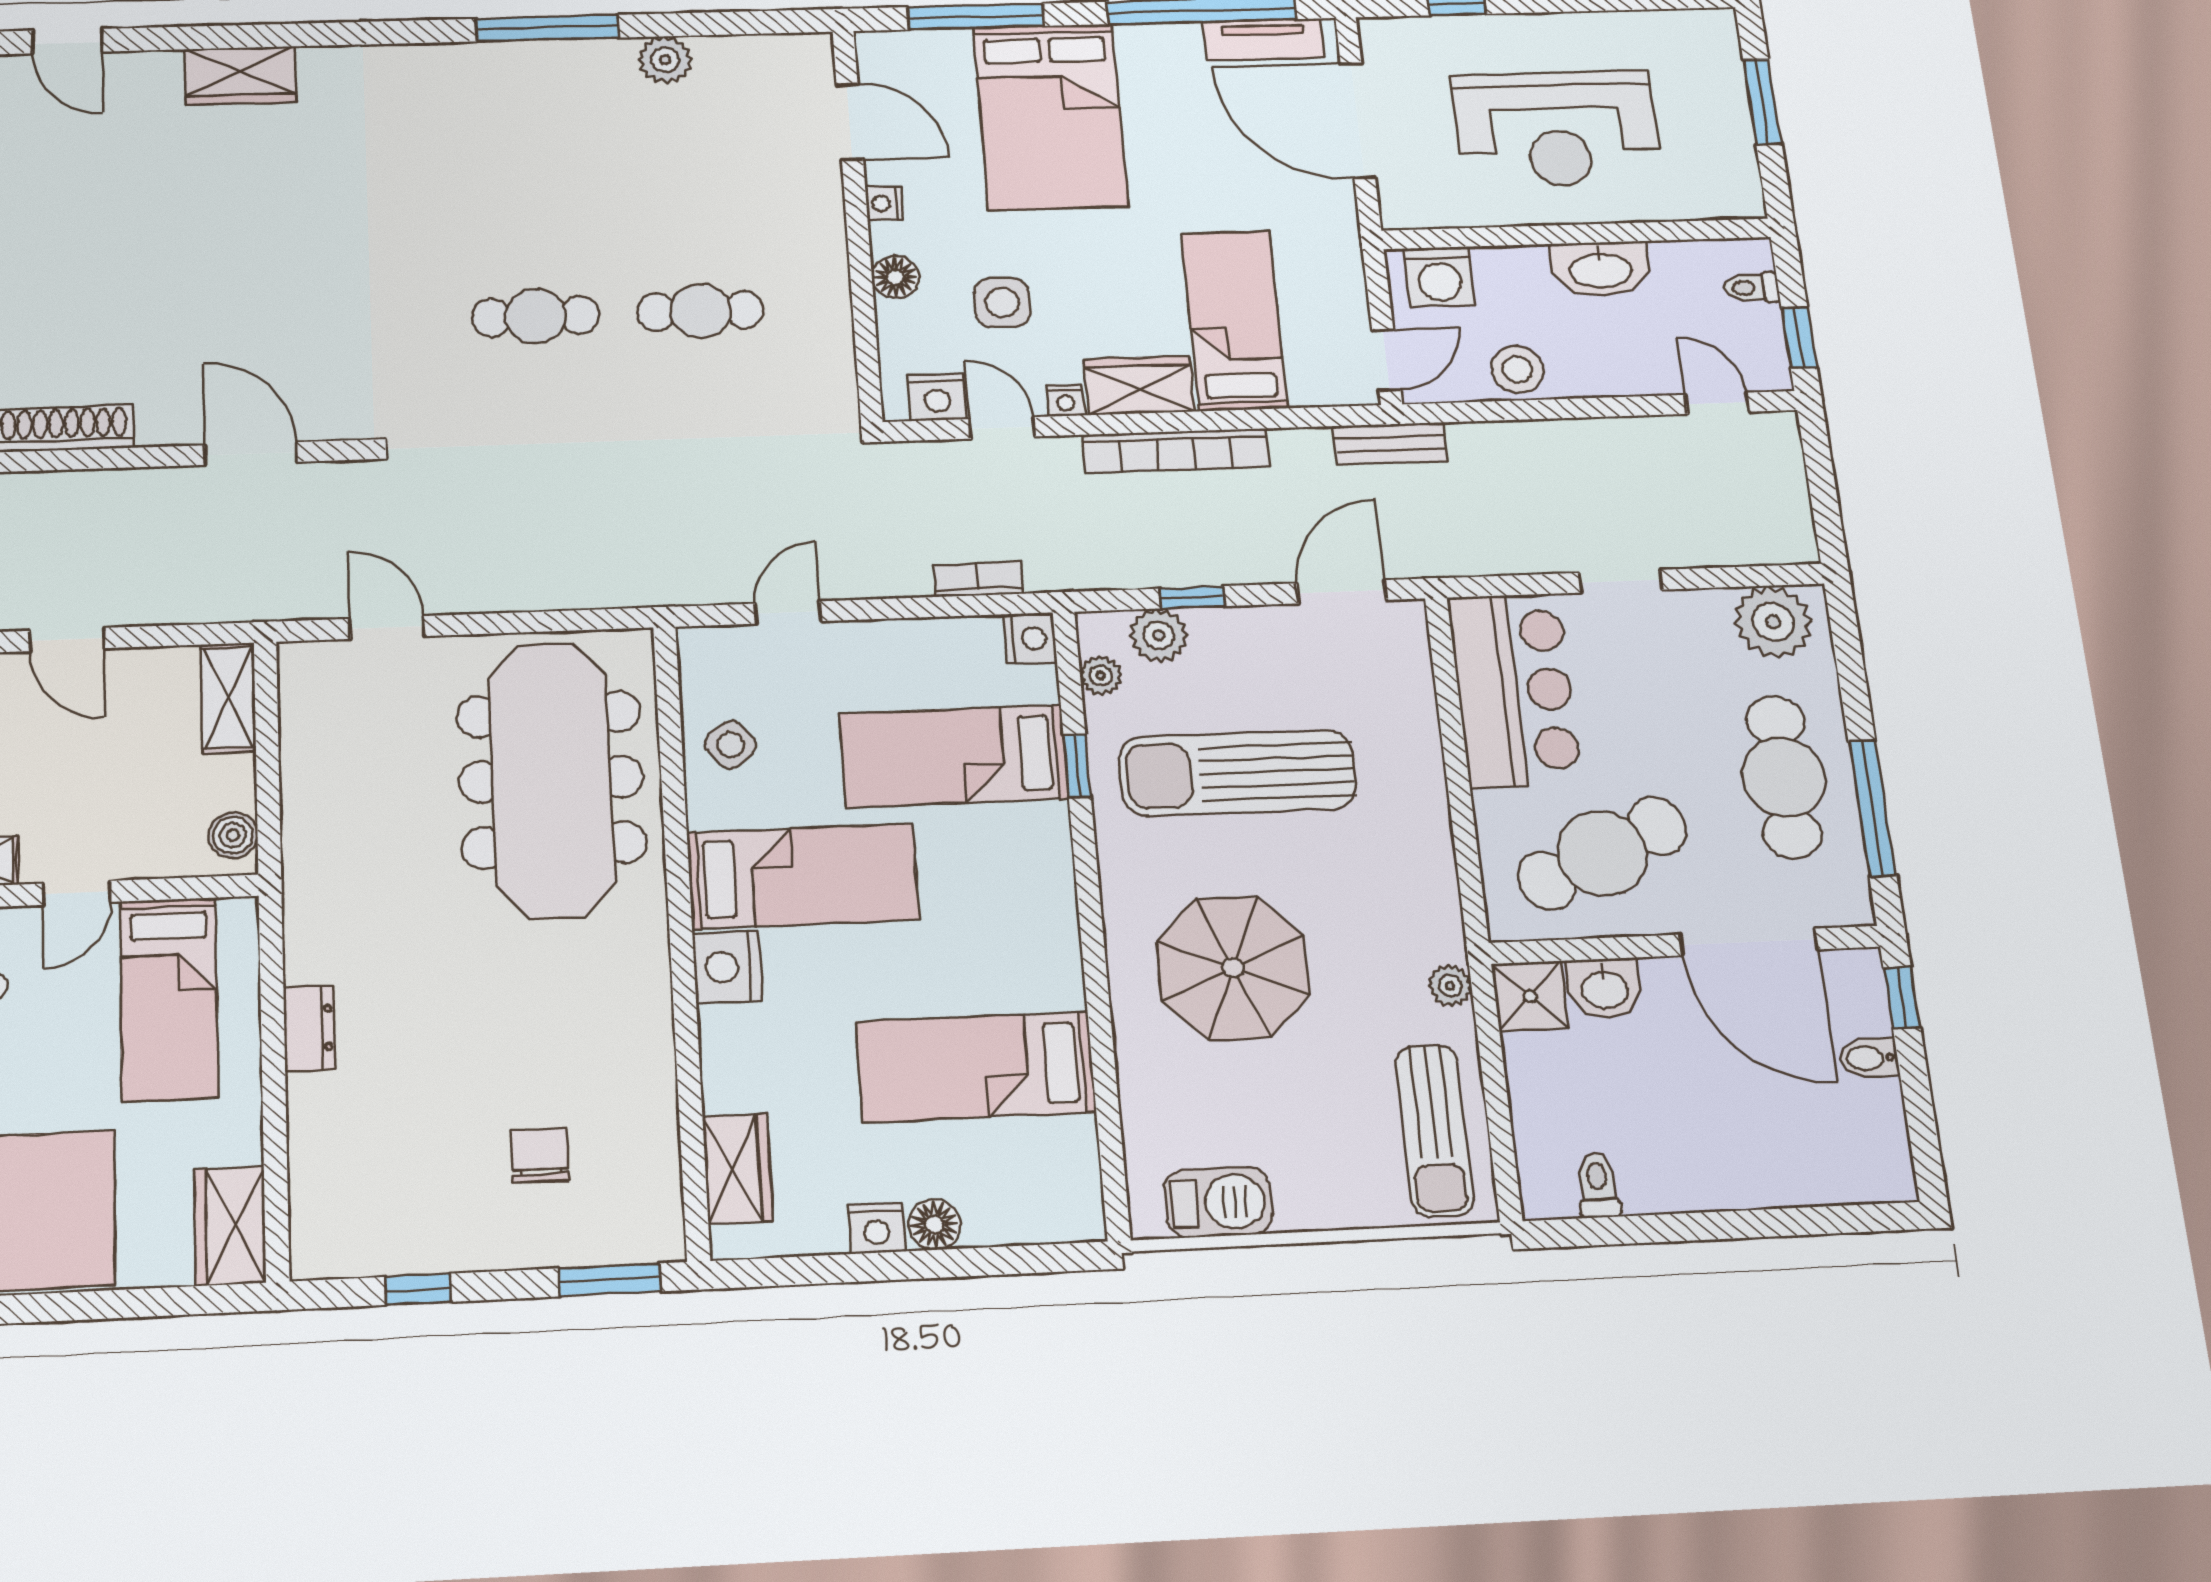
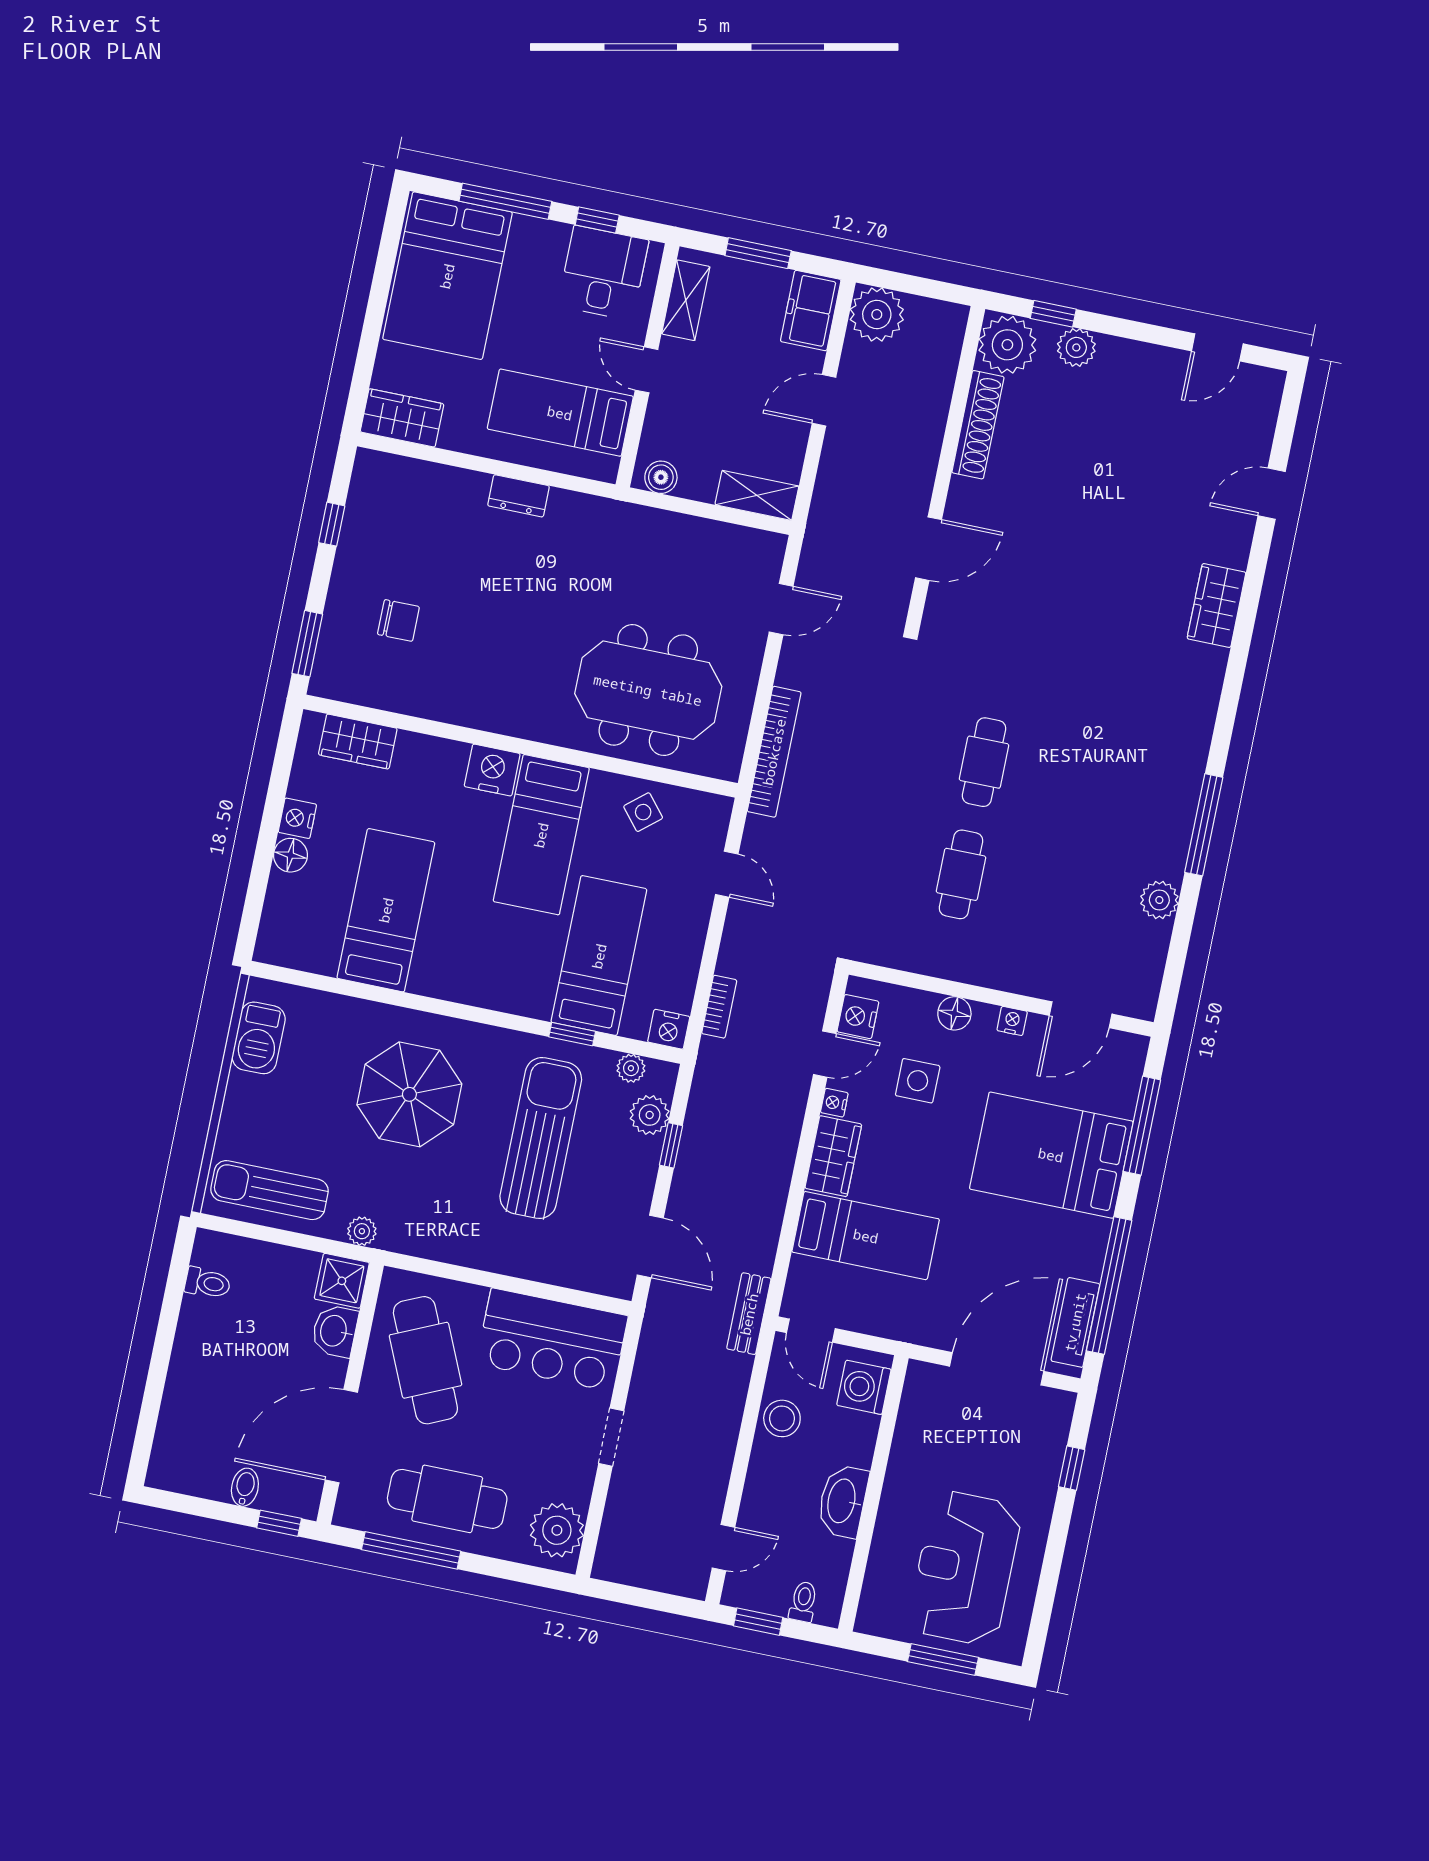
reception desk: (1557, 129) -> (965, 1568), moved
bookcase: (1176, 451) -> (774, 752), moved, turned 180
meeting table: (551, 779) -> (648, 690), width x0.73

